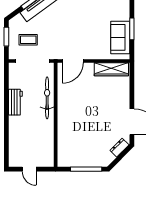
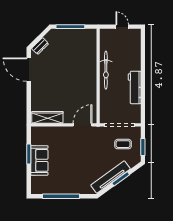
sofa: (120, 37) -> (39, 160), moved
bicycle: (47, 98) -> (106, 70), moved
workbench: (15, 102) -> (135, 87), width x1.38

